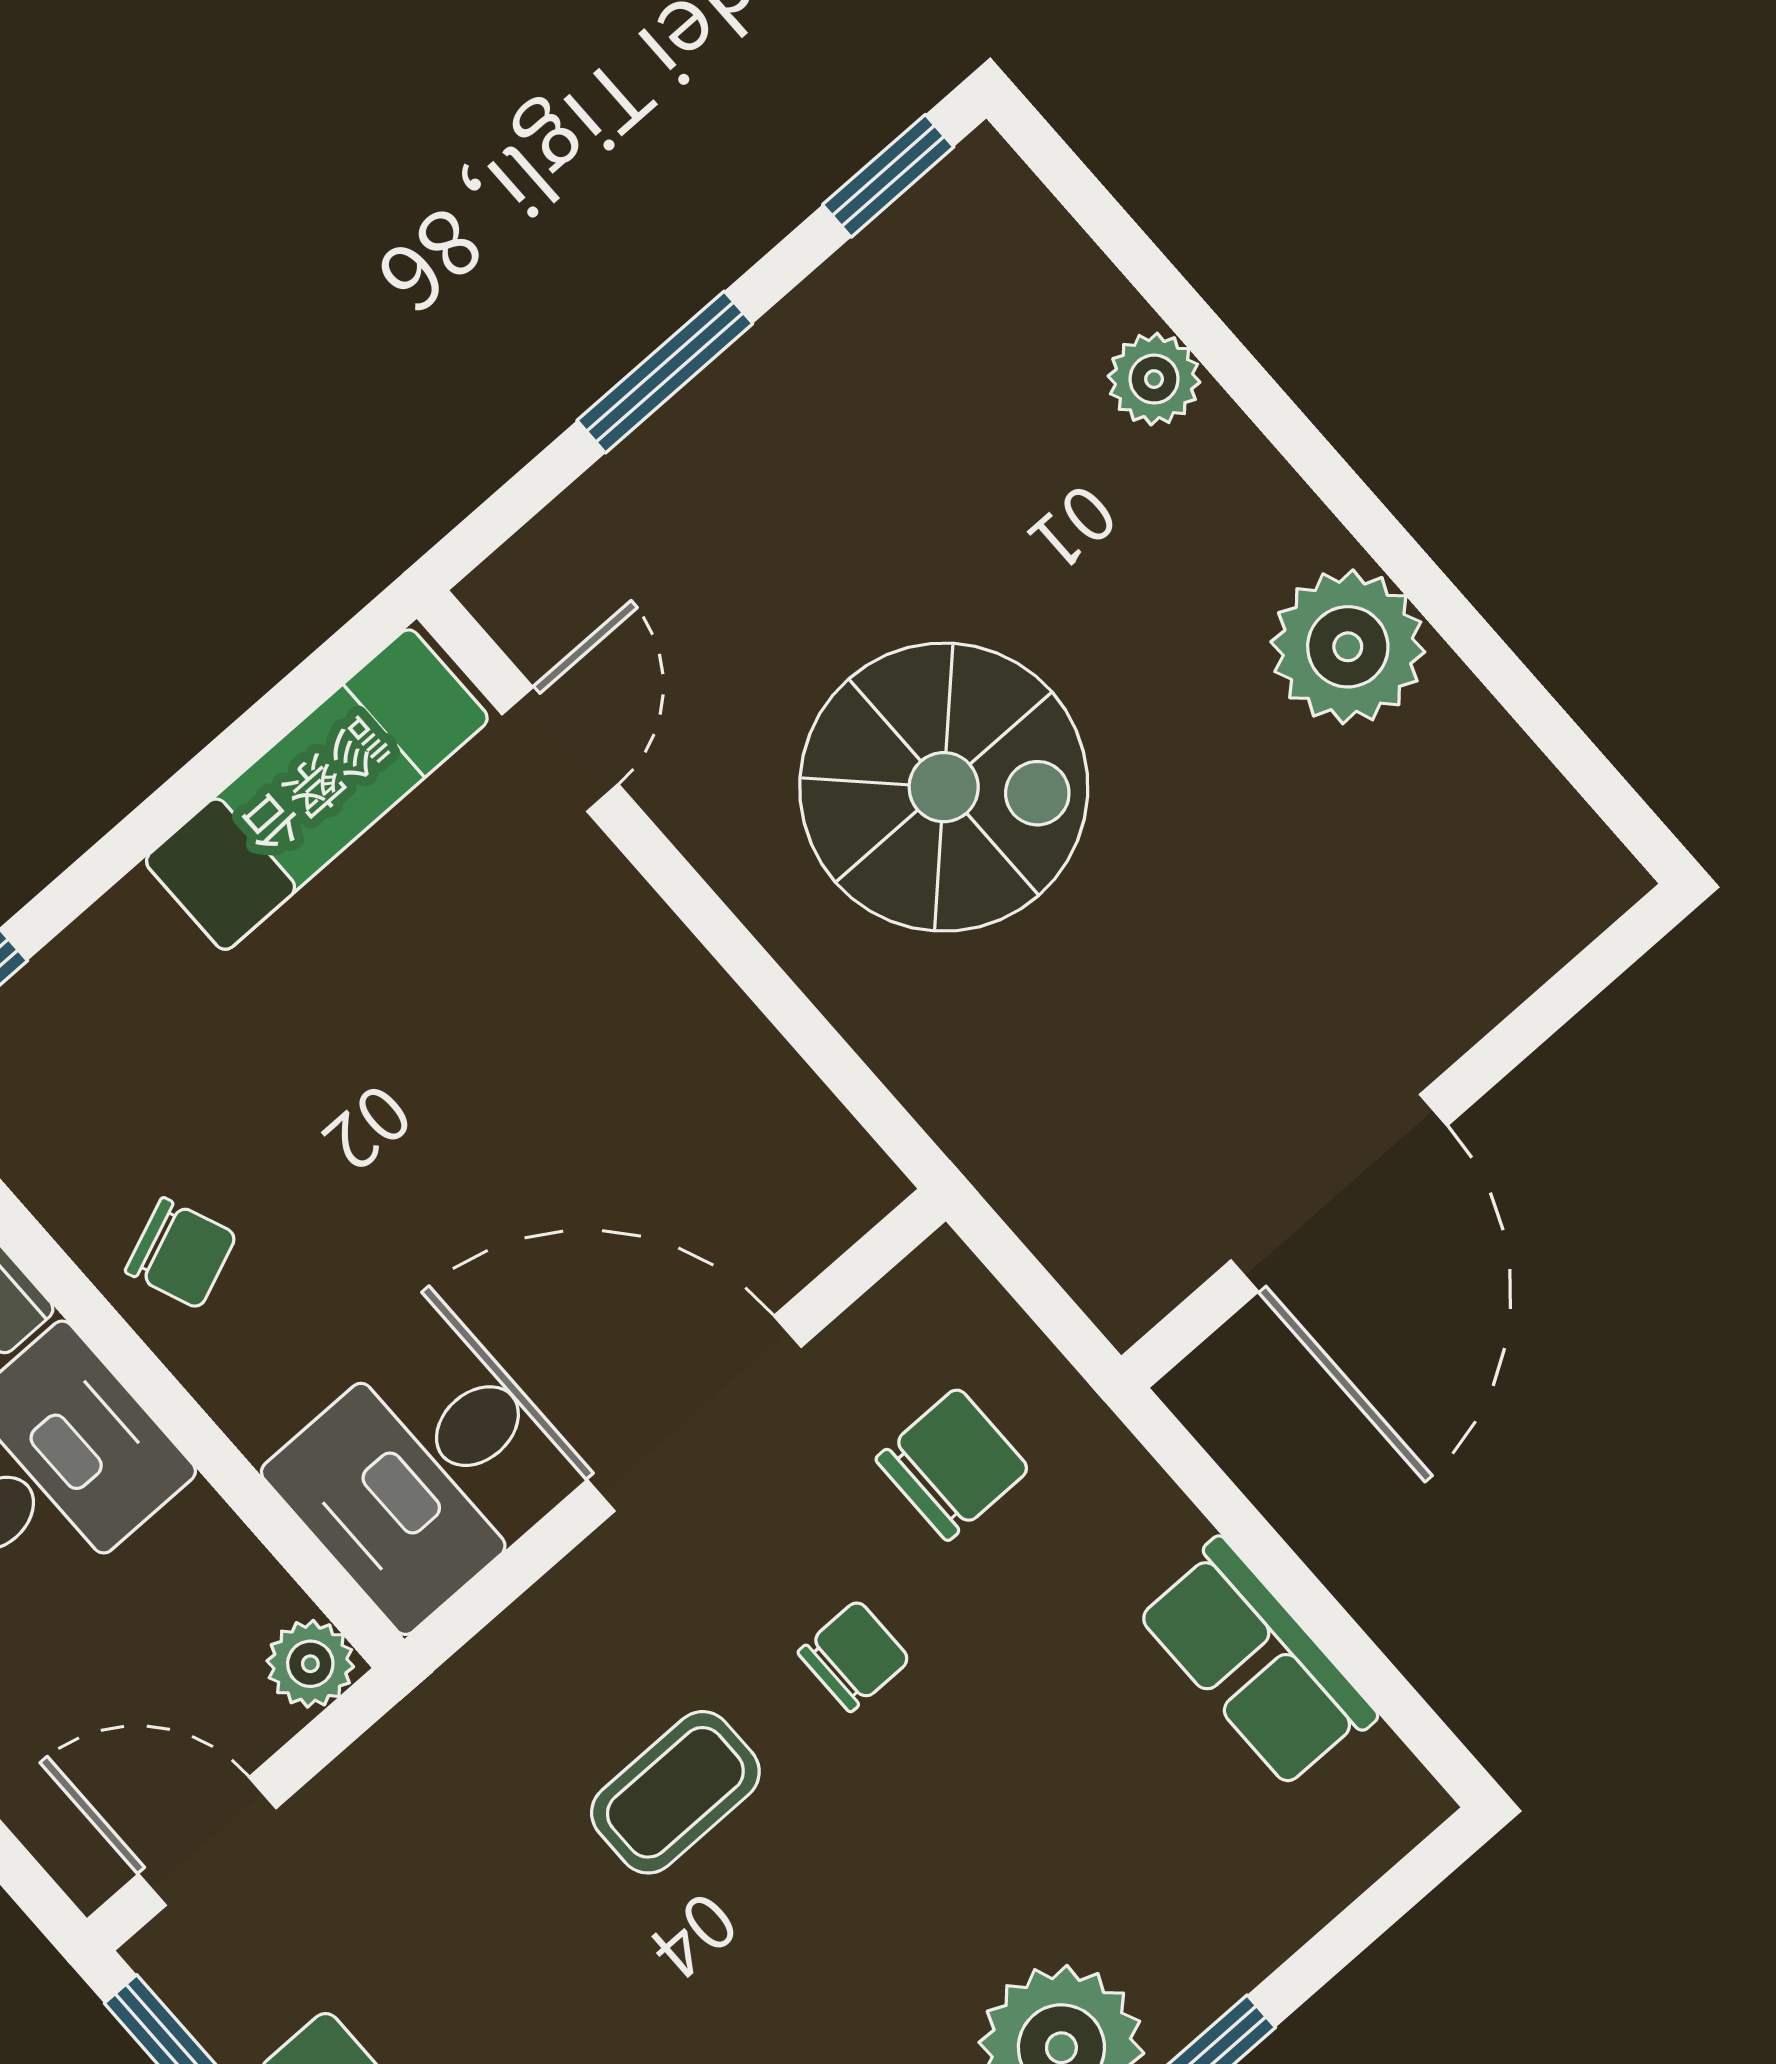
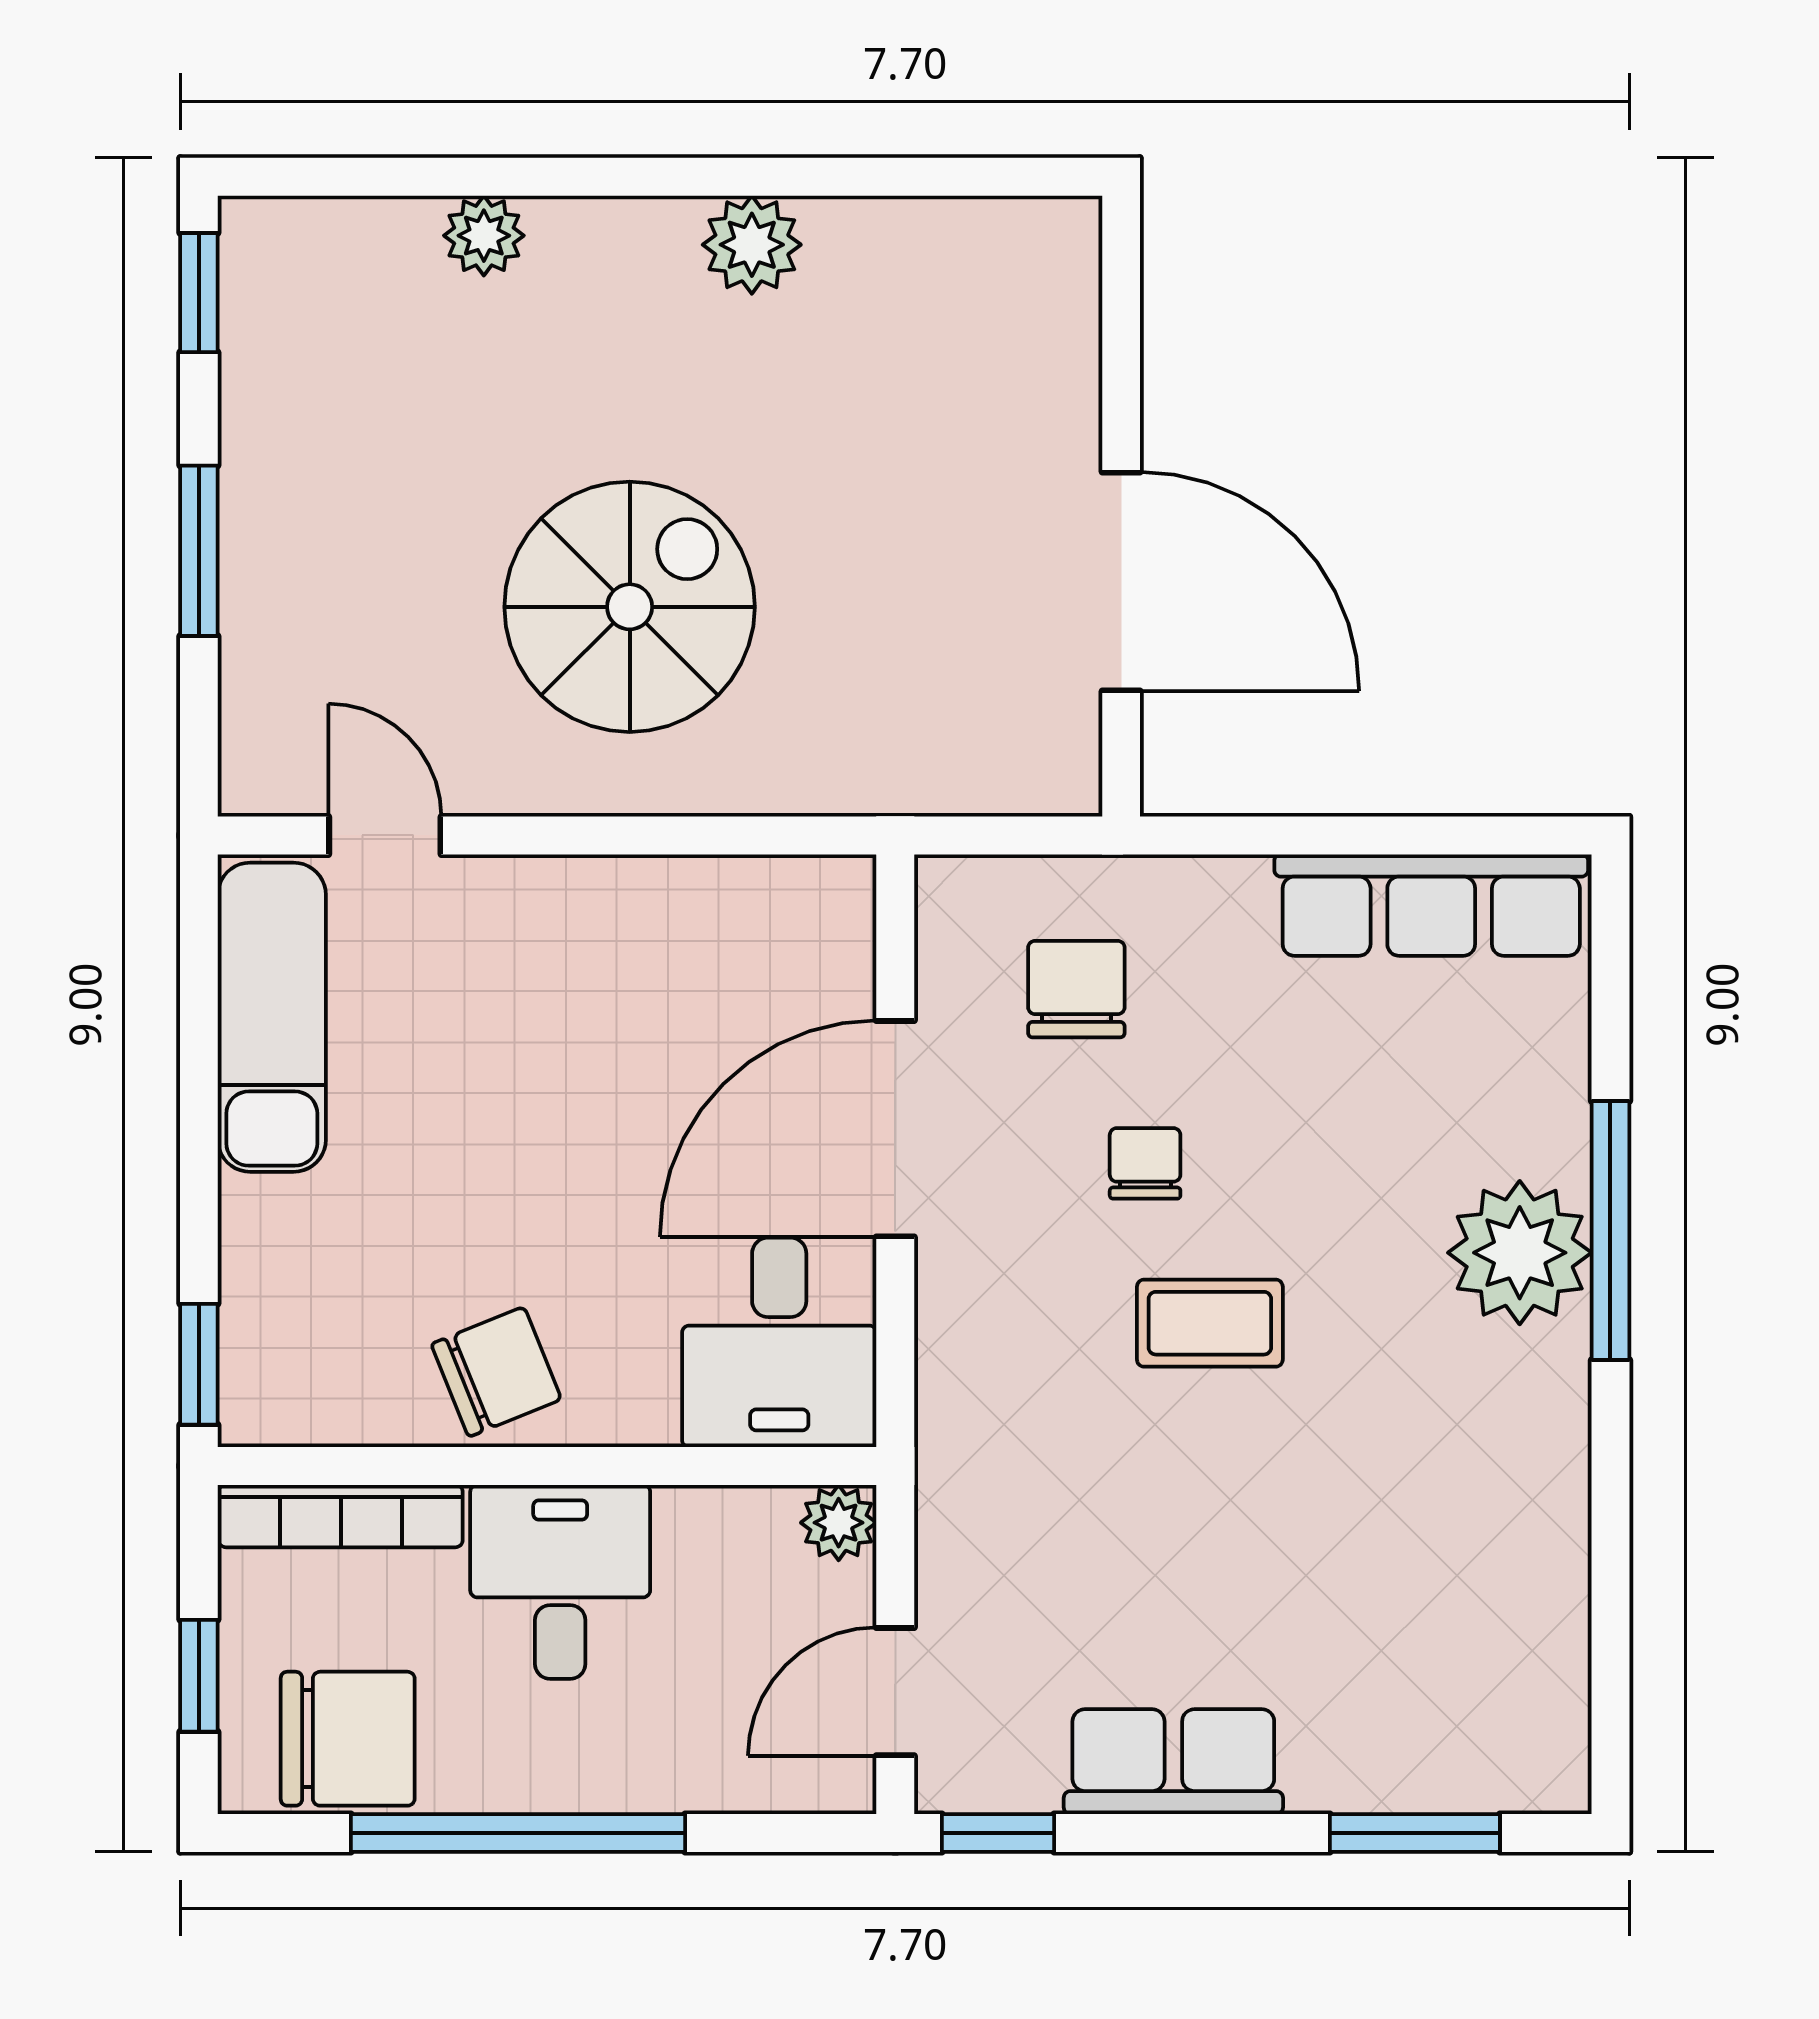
plant: (1348, 647) -> (752, 245), width x0.73, depth x0.73
chair: (181, 1253) -> (496, 1372), width x1.37, depth x1.37
row of seats: (1256, 1663) -> (1431, 905), width x1.48
coffee table: (675, 1792) -> (1210, 1323), moved, turned 90

